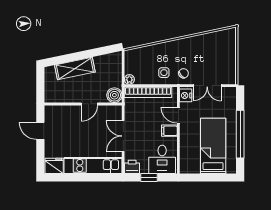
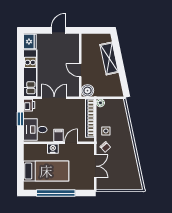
double door: (207, 86) -> (95, 166), swing flipped
nightstand: (186, 95) -> (53, 149), moved

